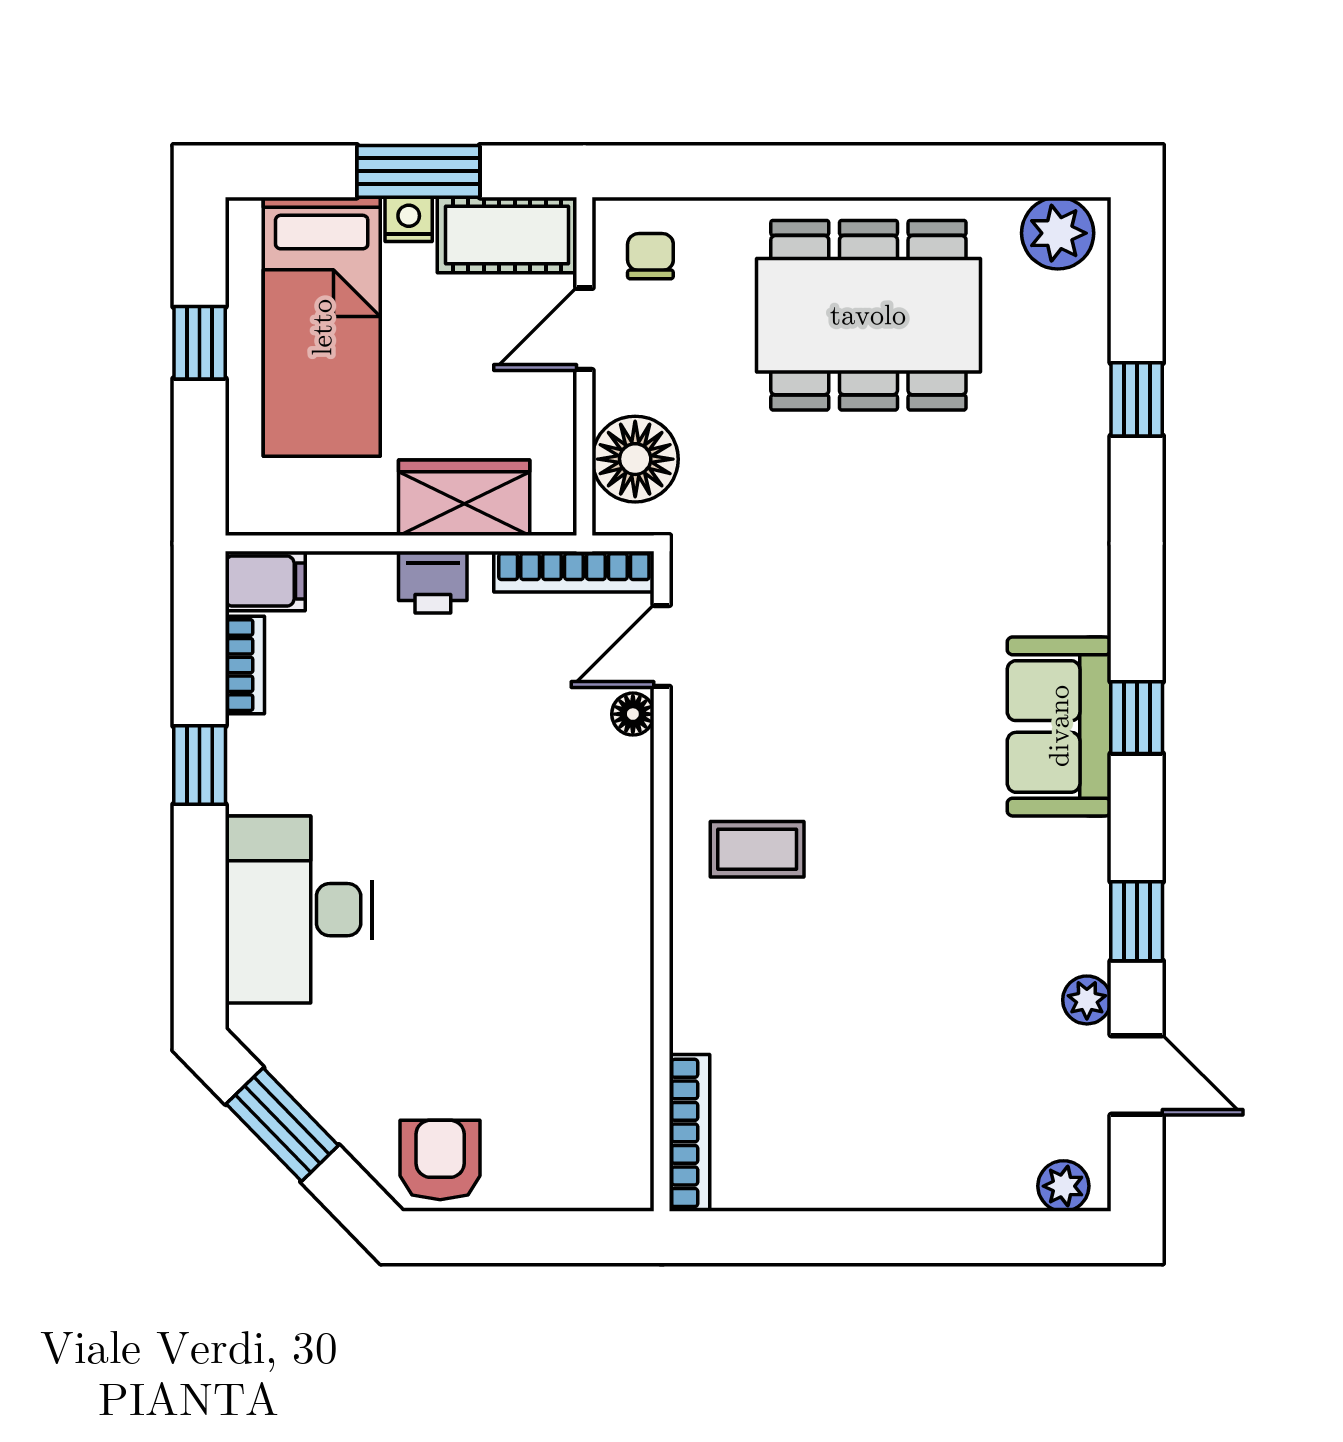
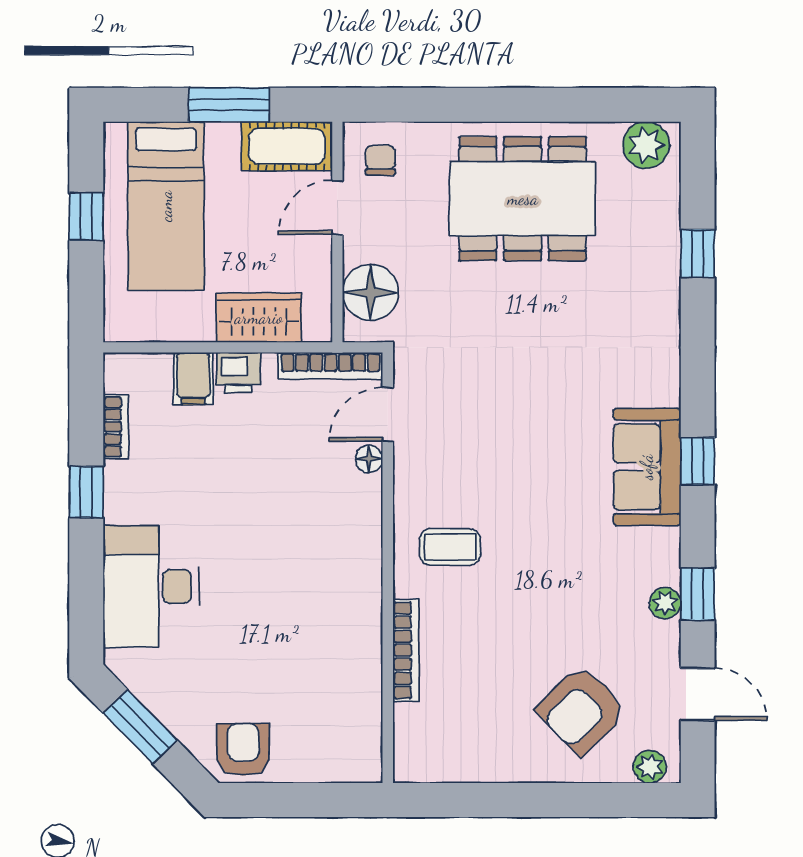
nightstand: (409, 219) -> (223, 136), removed
filing cabinet: (265, 581) -> (193, 379), moved, turned 90
plant: (1087, 1000) -> (665, 603), moved
armchair: (959, 1099) -> (581, 710), added
bookcase: (690, 1133) -> (406, 650), moved

